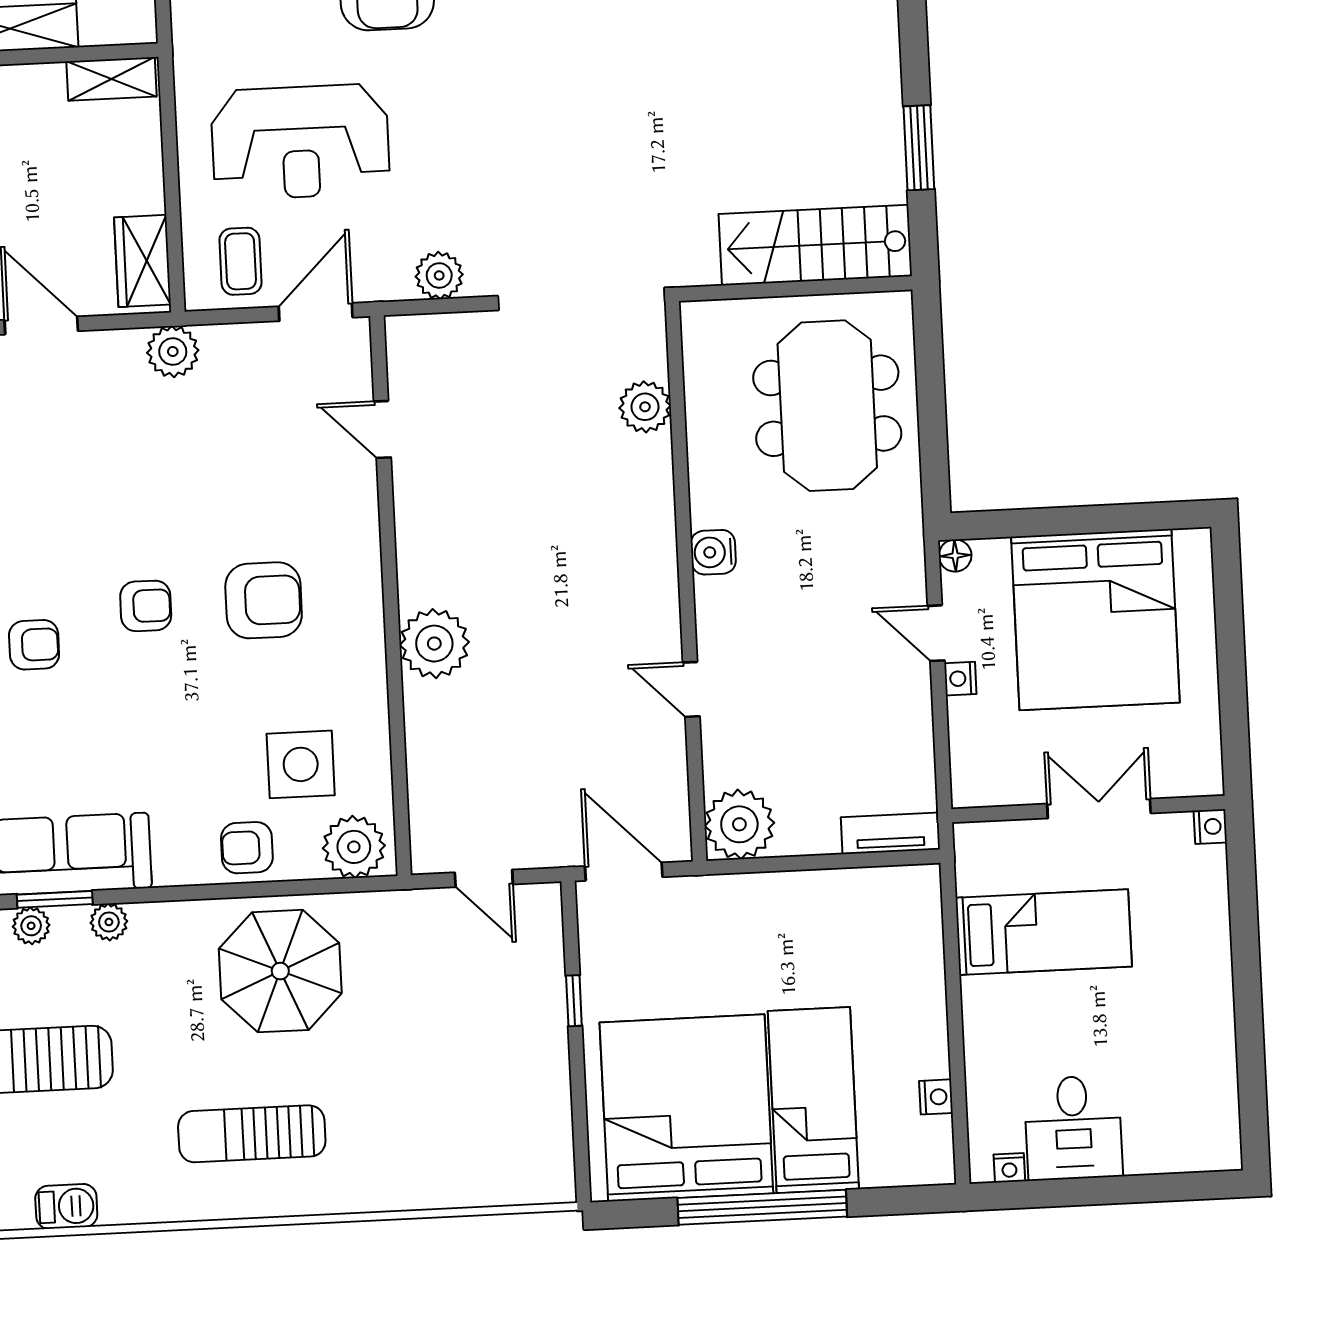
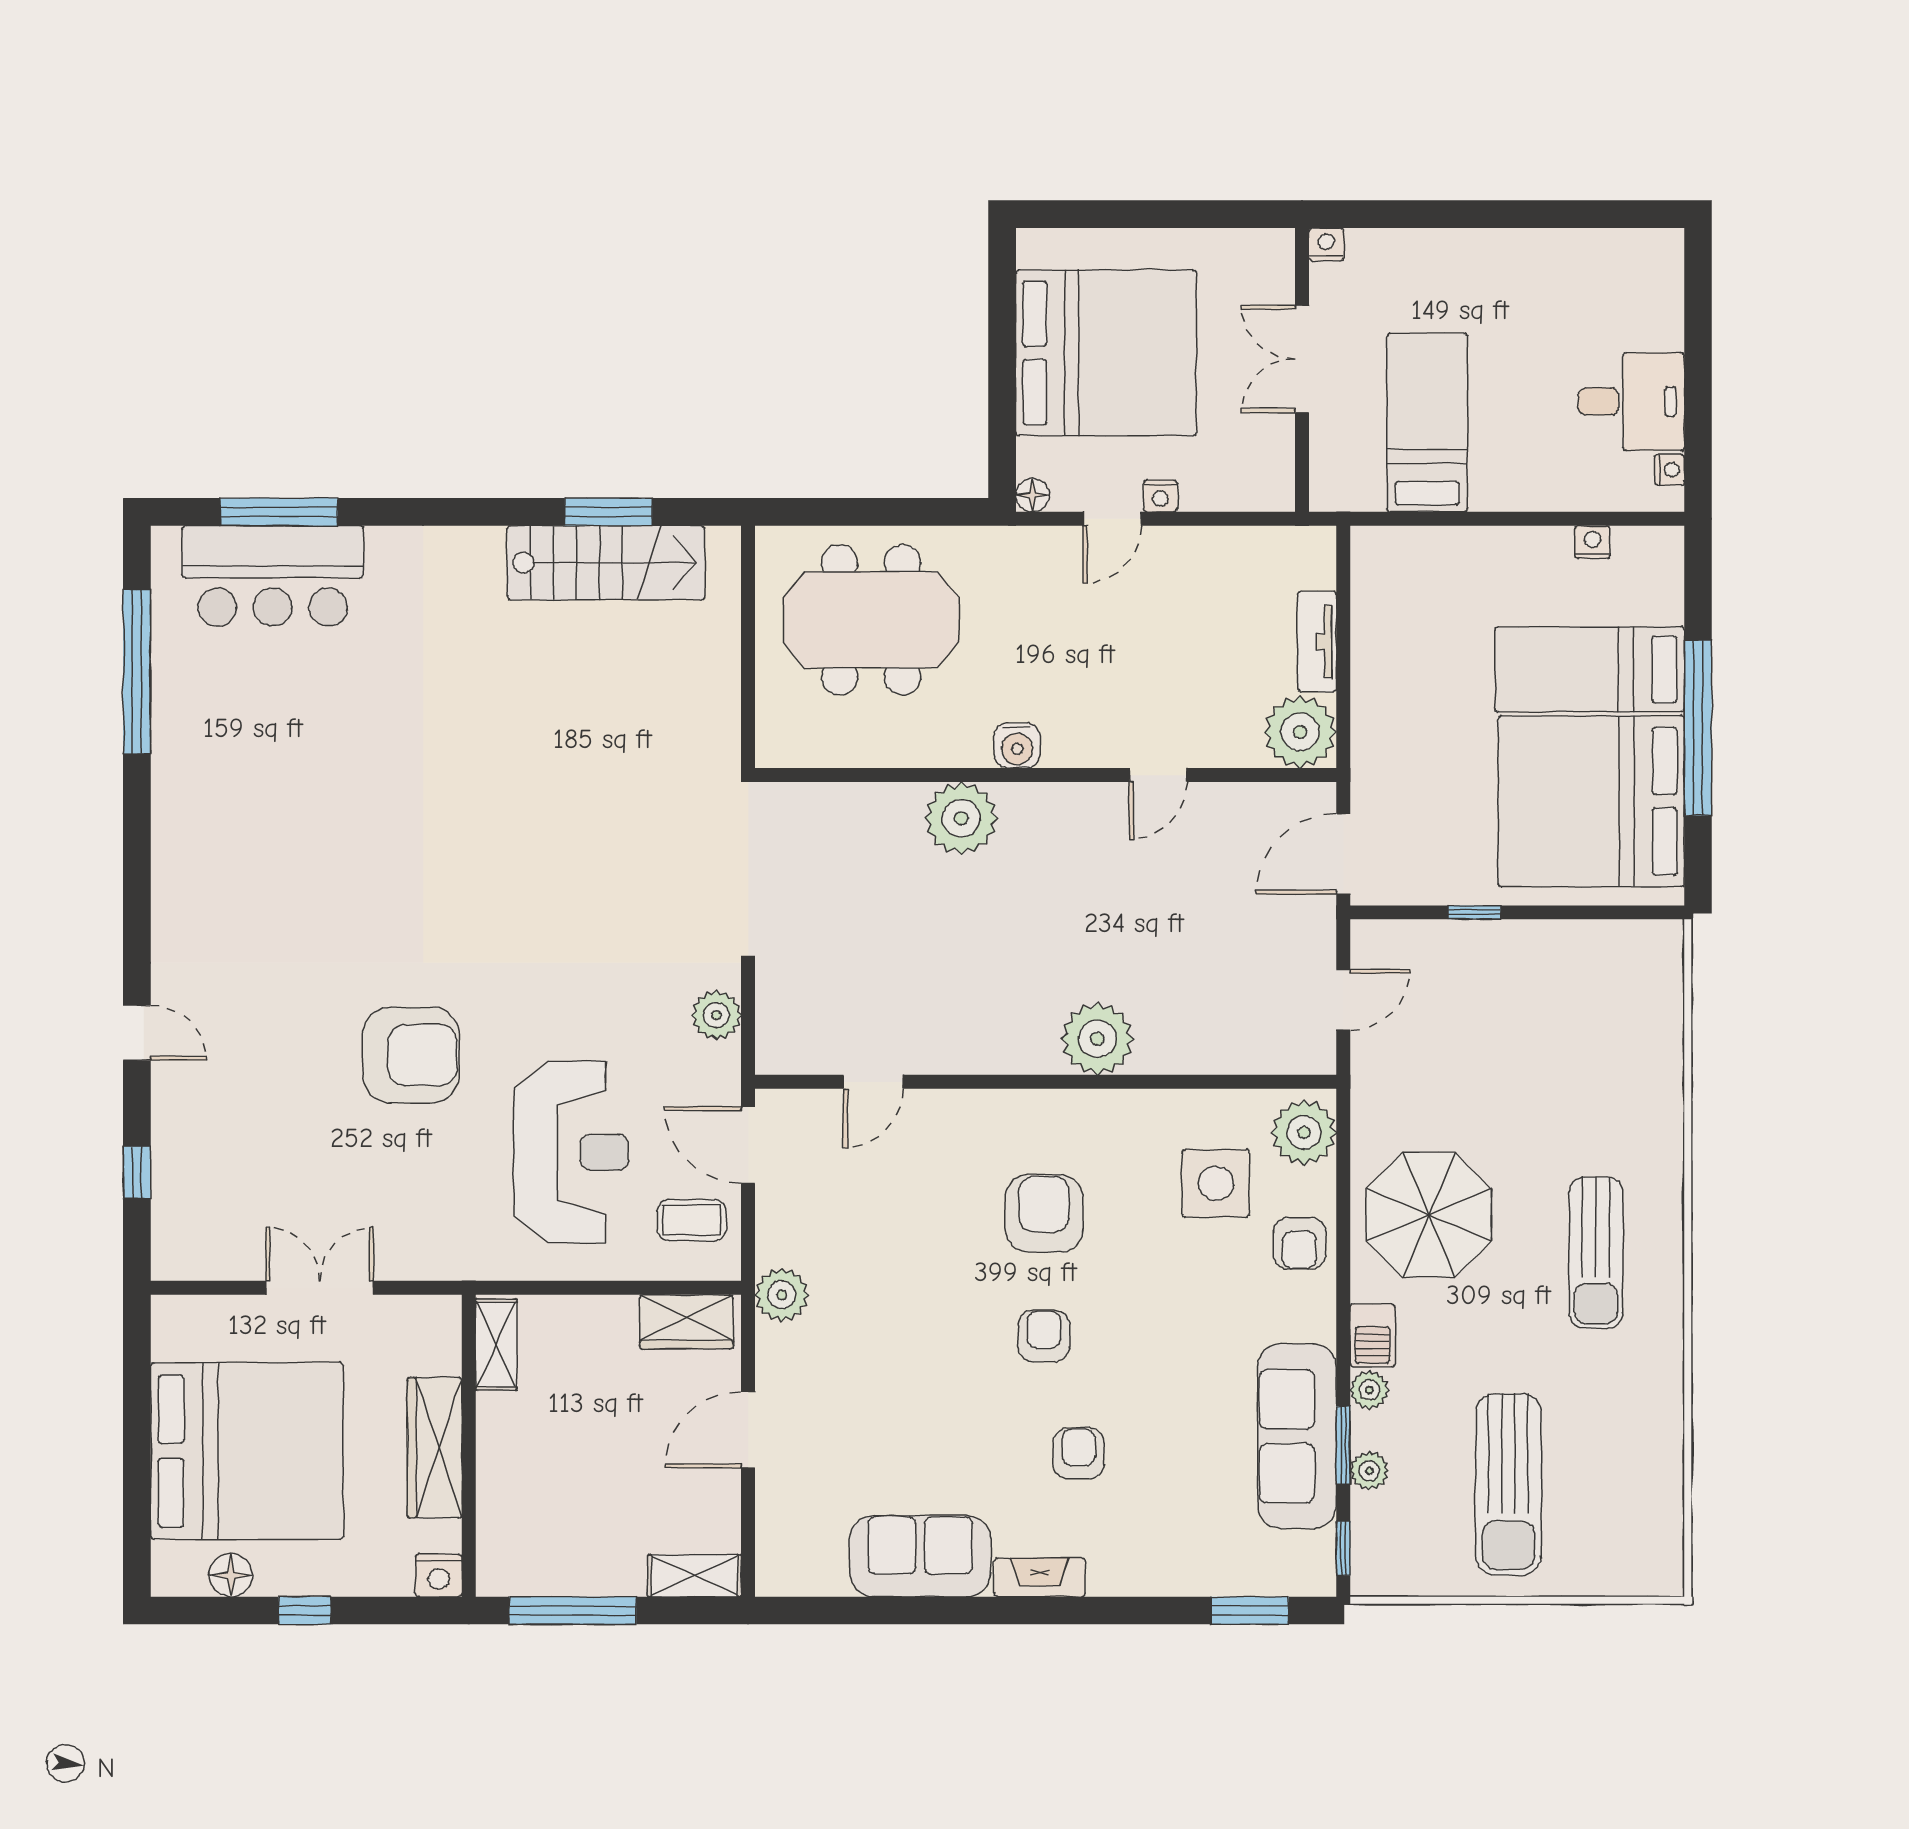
stairs: (815, 245) -> (606, 563), moved, turned -90
plant: (645, 407) -> (961, 818), moved, width x1.36, depth x1.36
tv unit: (890, 833) -> (1317, 642), moved
barbecue: (66, 1206) -> (1373, 1335), moved, turned 180

